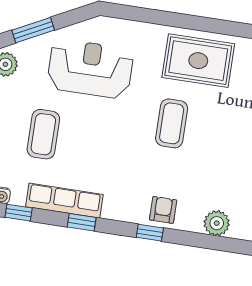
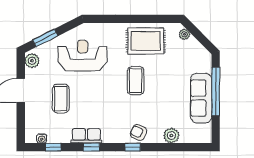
row of seats: (64, 201) -> (86, 136), width x0.68
armchair: (163, 210) -> (138, 132), turned -65

